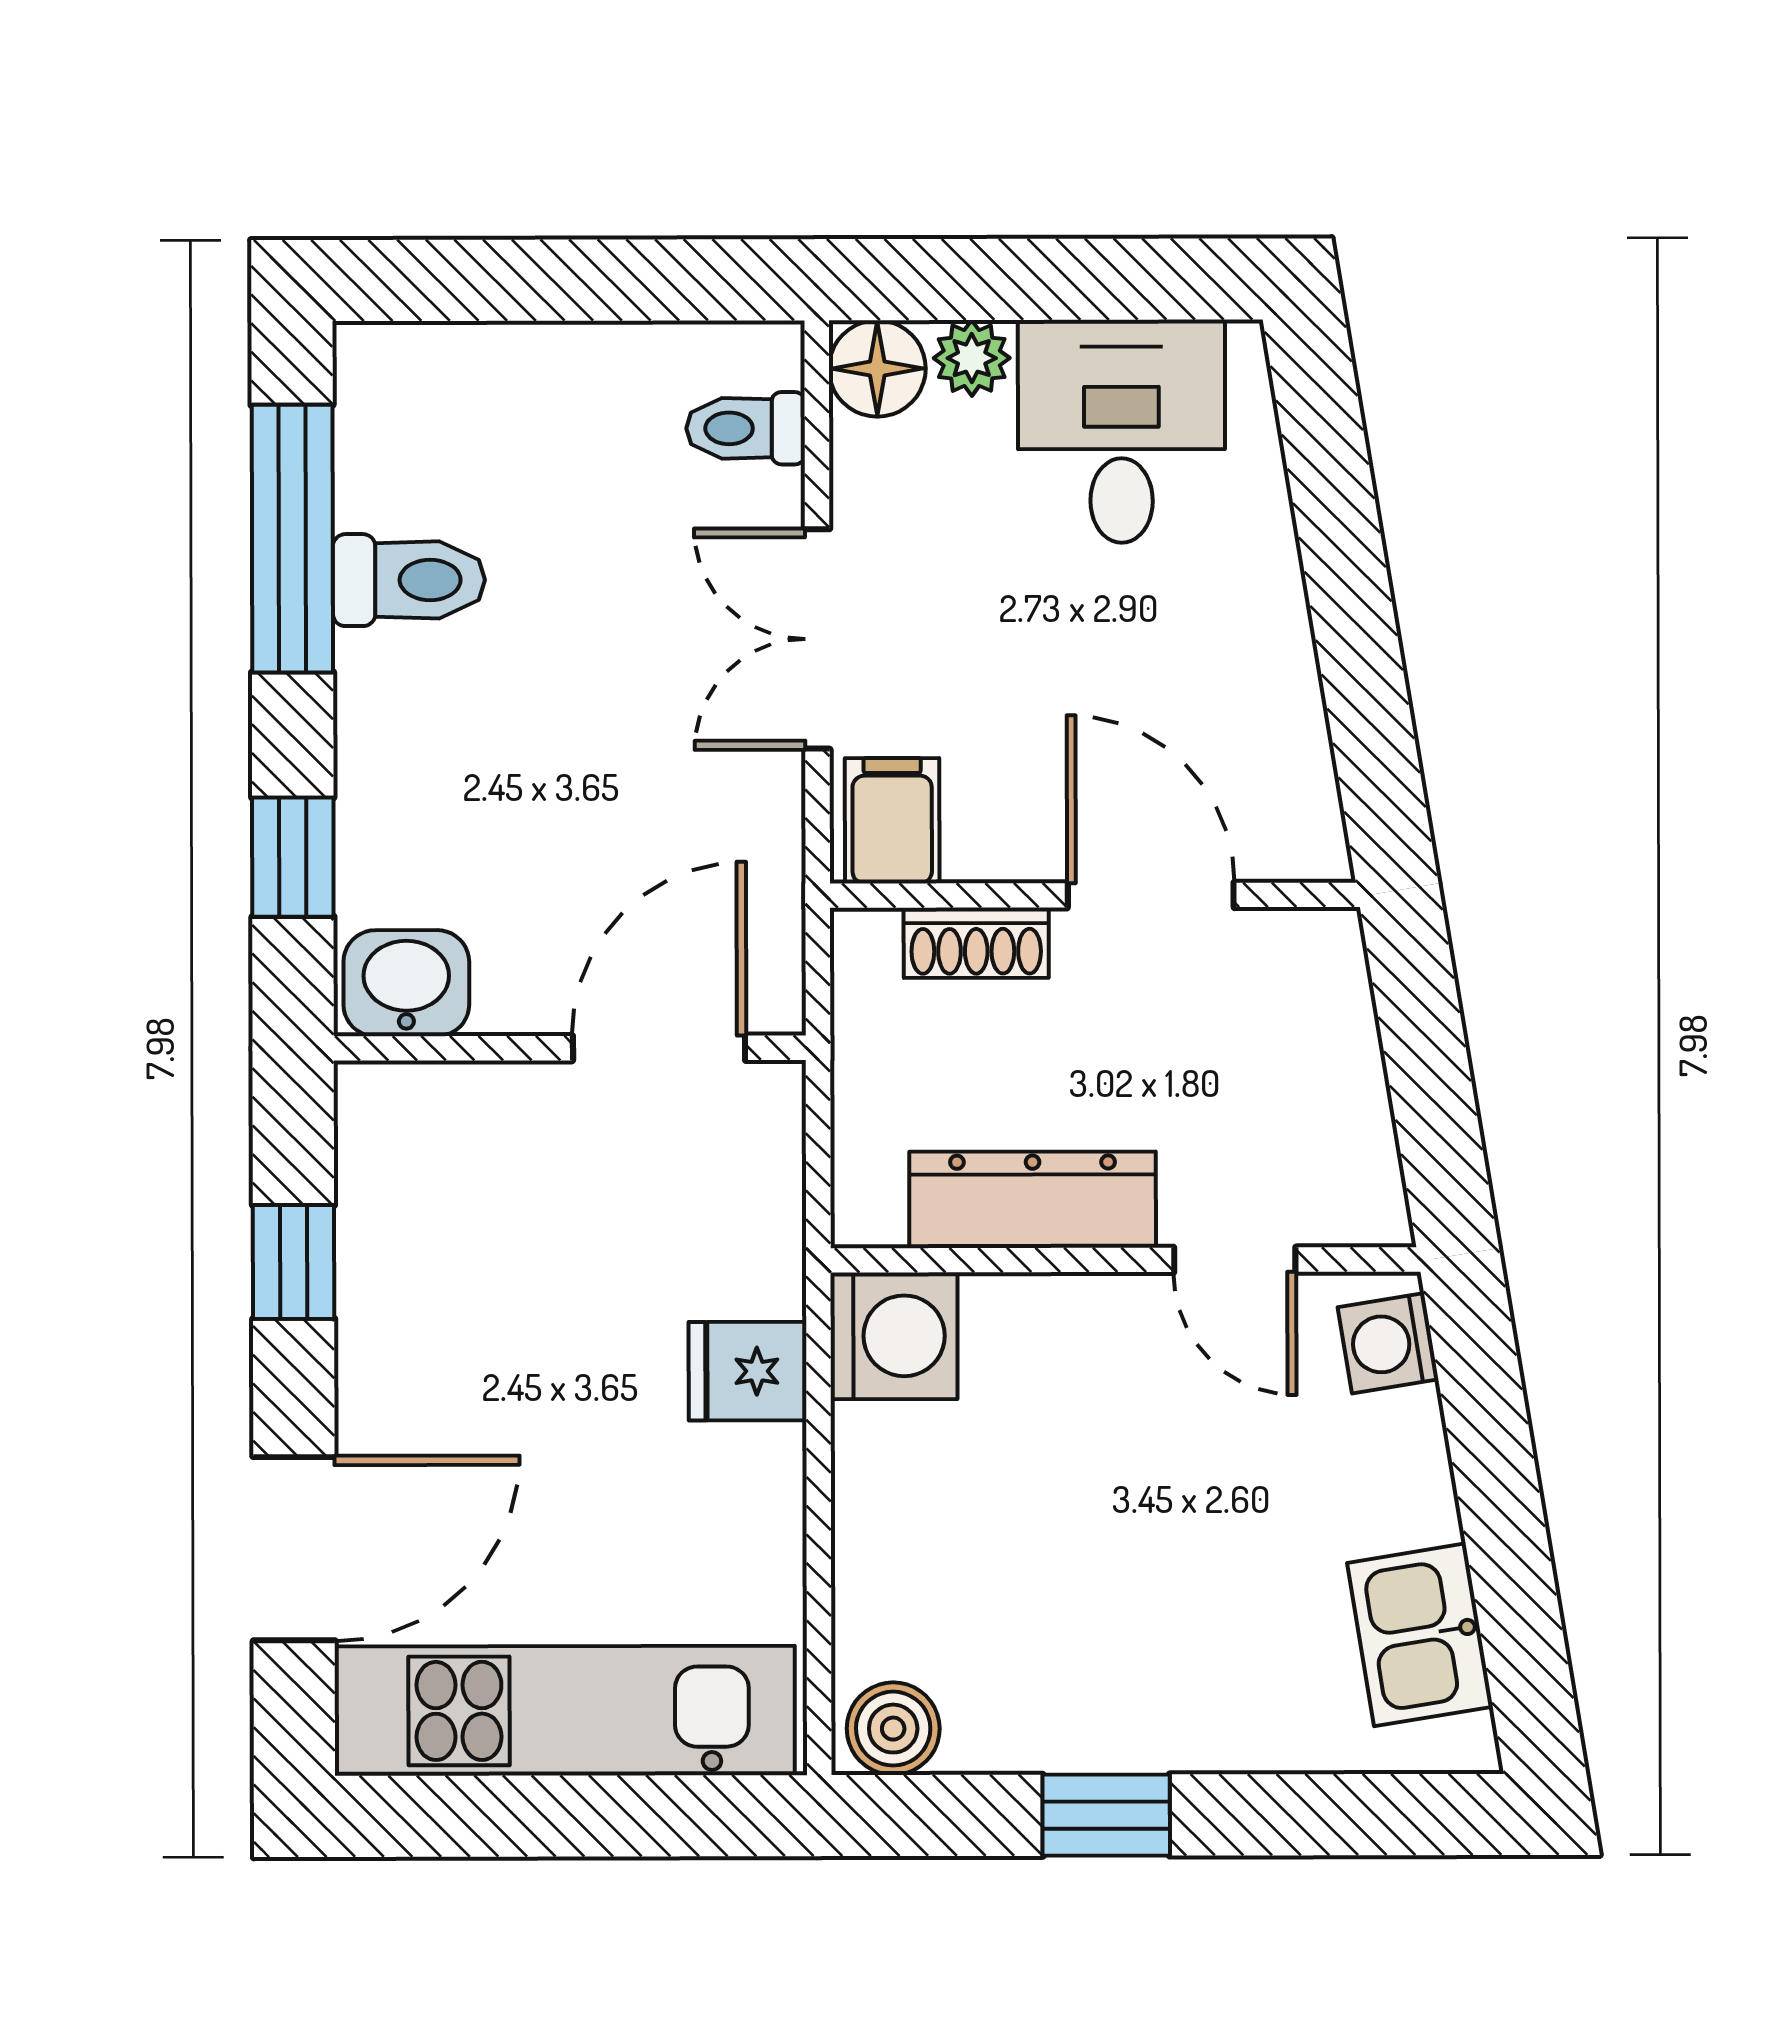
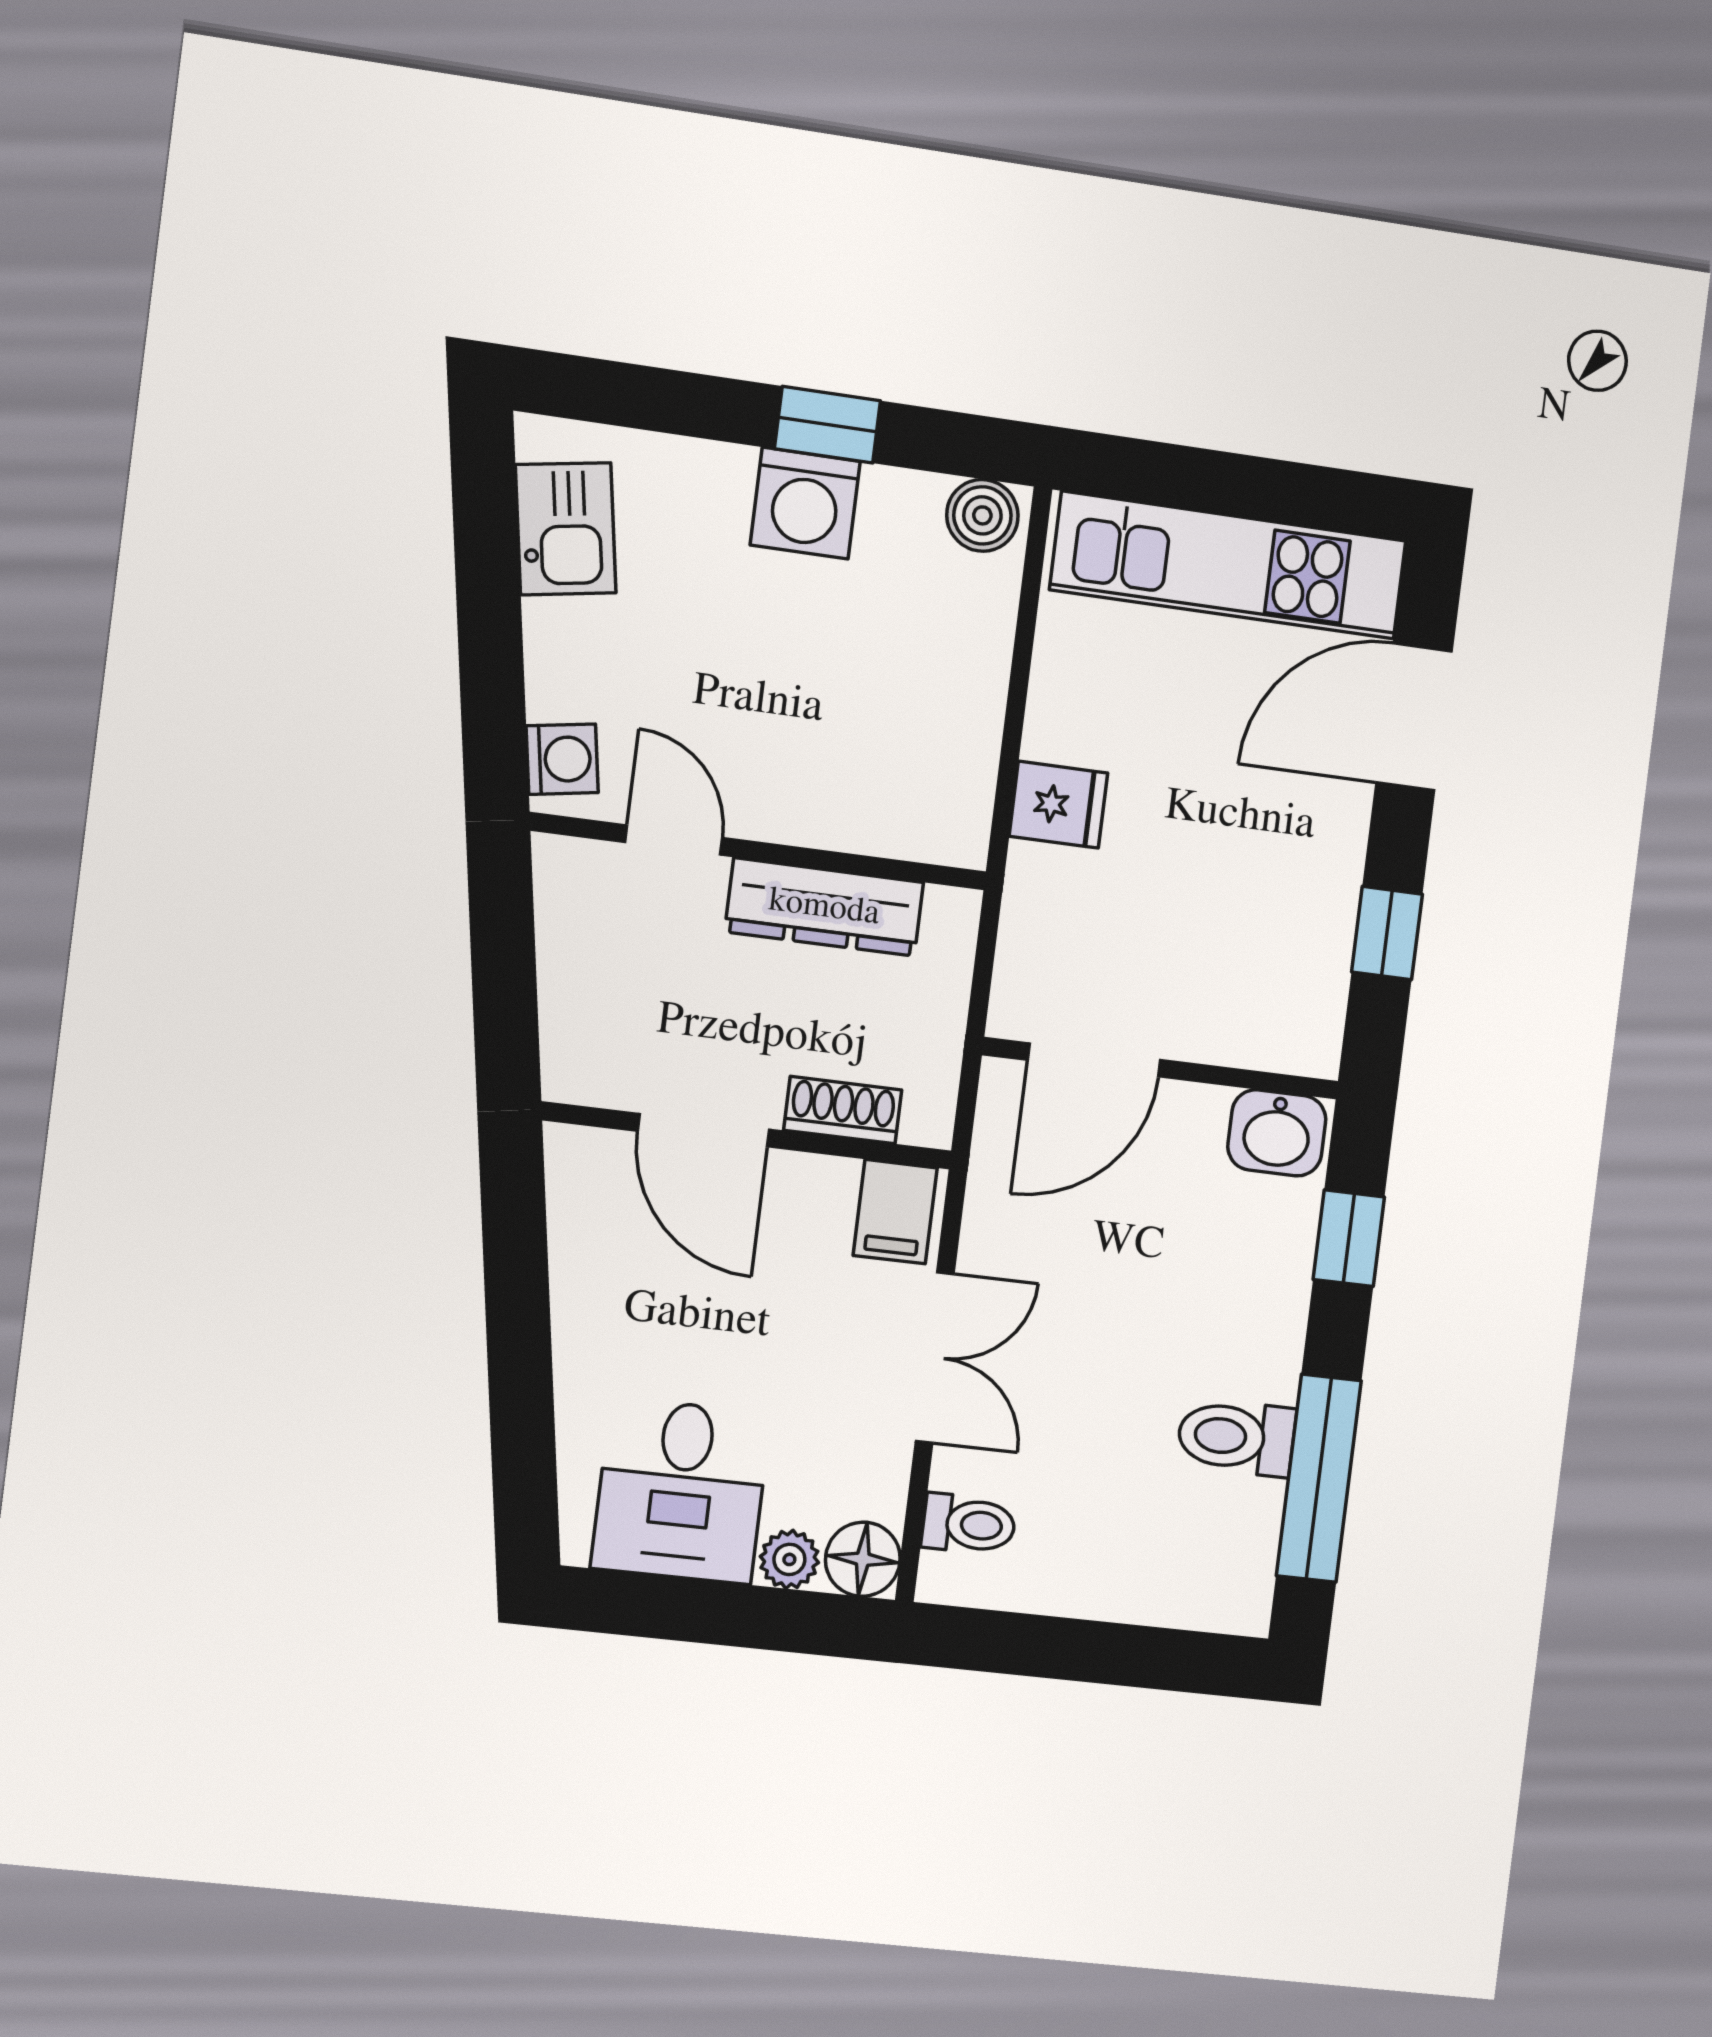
washing machine: (894, 1336) -> (805, 503), moved, turned -90

